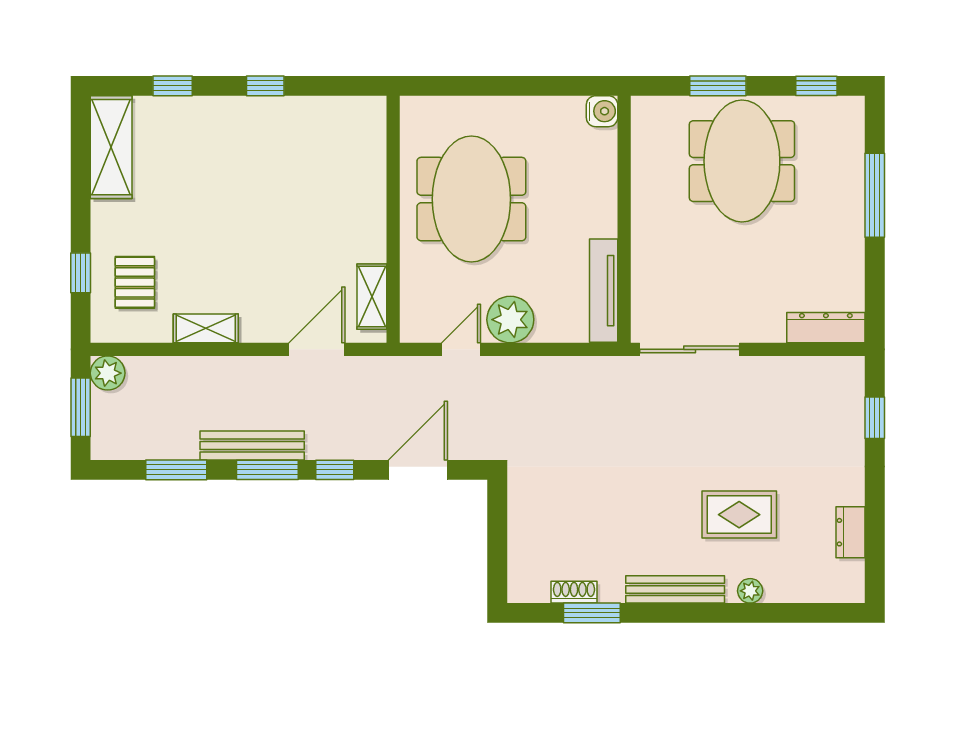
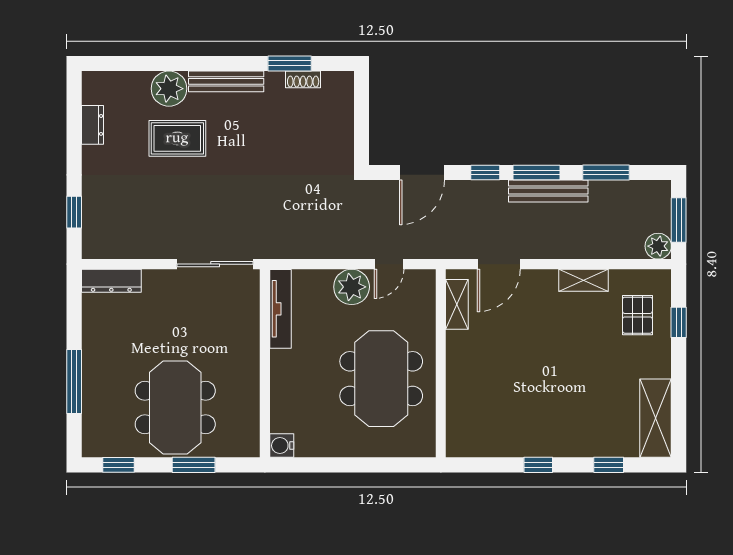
plant: (750, 591) -> (169, 89), width x1.87, depth x1.87

